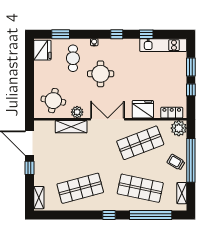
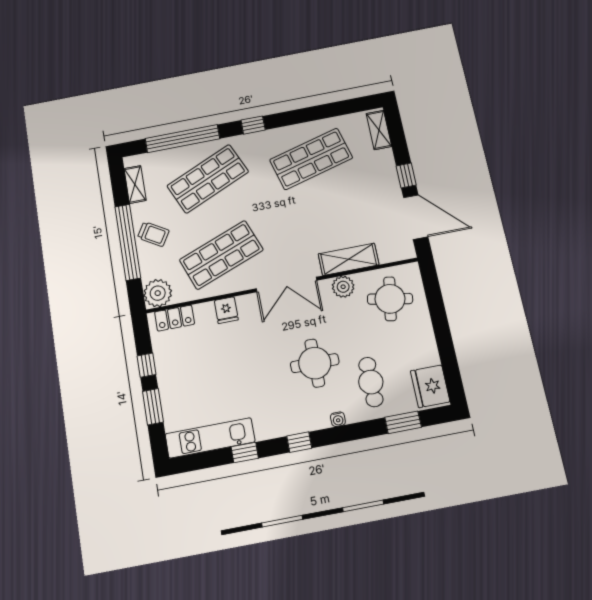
fridge: (143, 109) -> (226, 310), width x0.53, depth x0.75
shop shelf: (140, 188) -> (208, 179), turned -36

